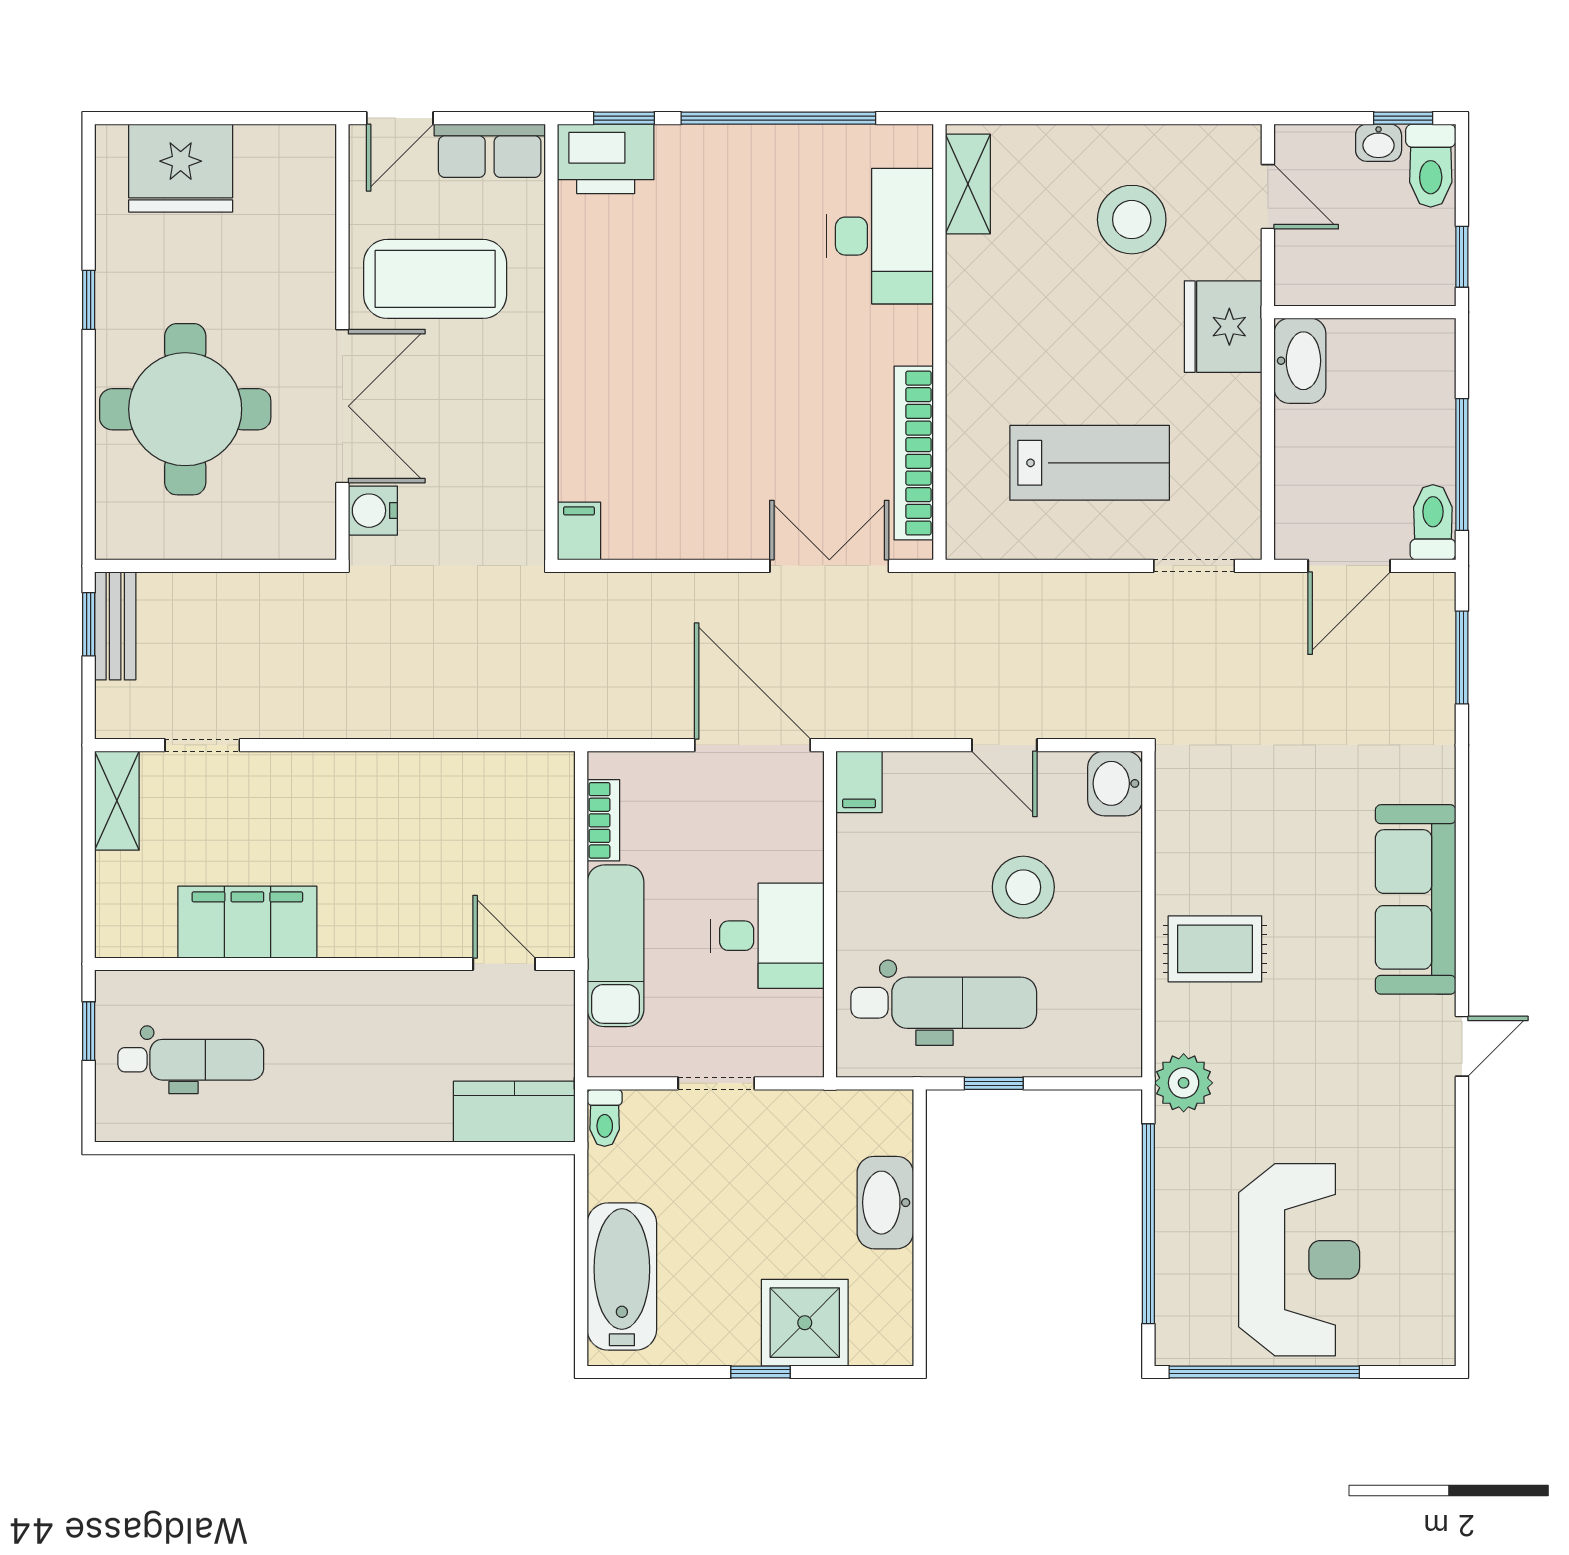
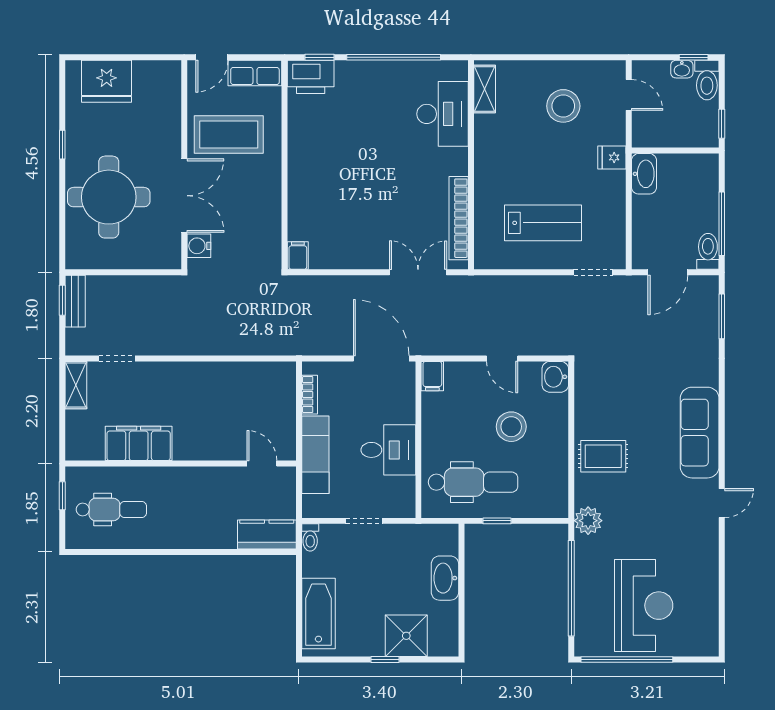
fridge: (1223, 327) -> (612, 157), width x0.53, depth x0.75

